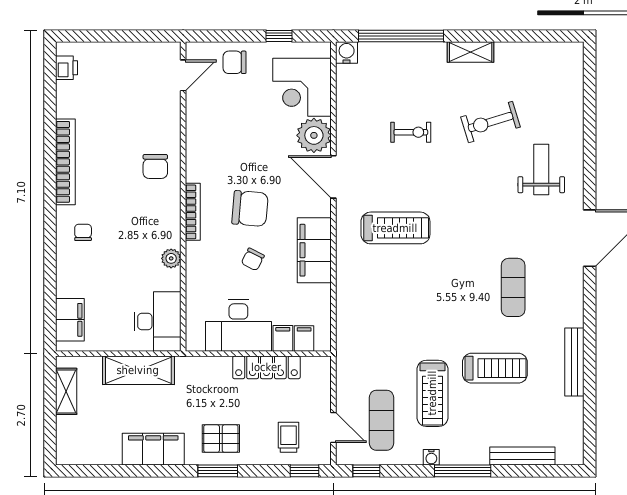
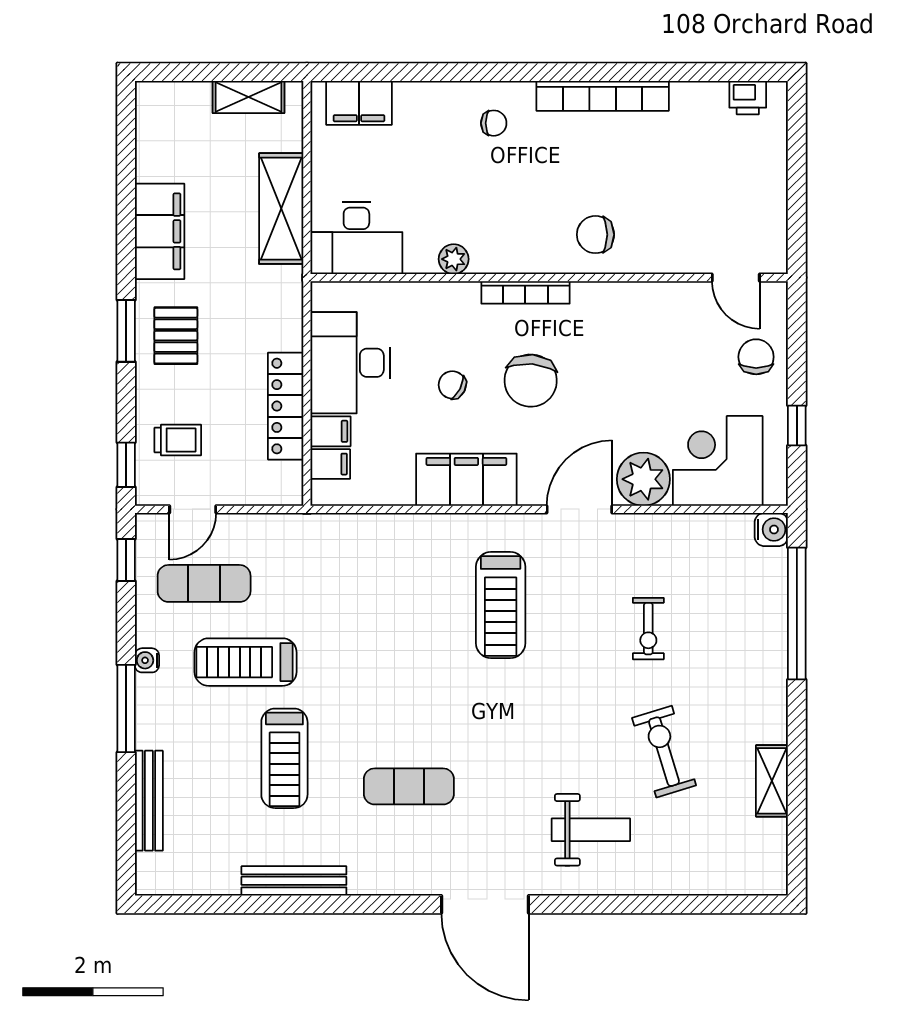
shelving: (471, 52) -> (772, 781), moved

